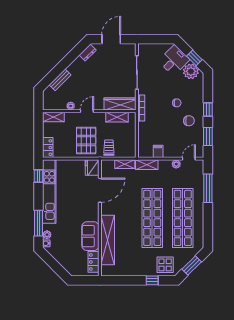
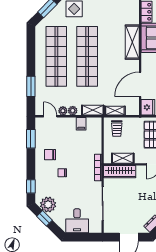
desk: (174, 60) -> (77, 221), moved, turned -45
window: (208, 109) -> (31, 186), moved
trolley: (109, 148) -> (117, 129), moved
door: (189, 159) -> (50, 116), swing flipped
plant: (167, 164) -> (73, 111), added
window: (208, 188) -> (31, 86), width x0.69
shelving: (108, 240) -> (132, 42), width x0.68

